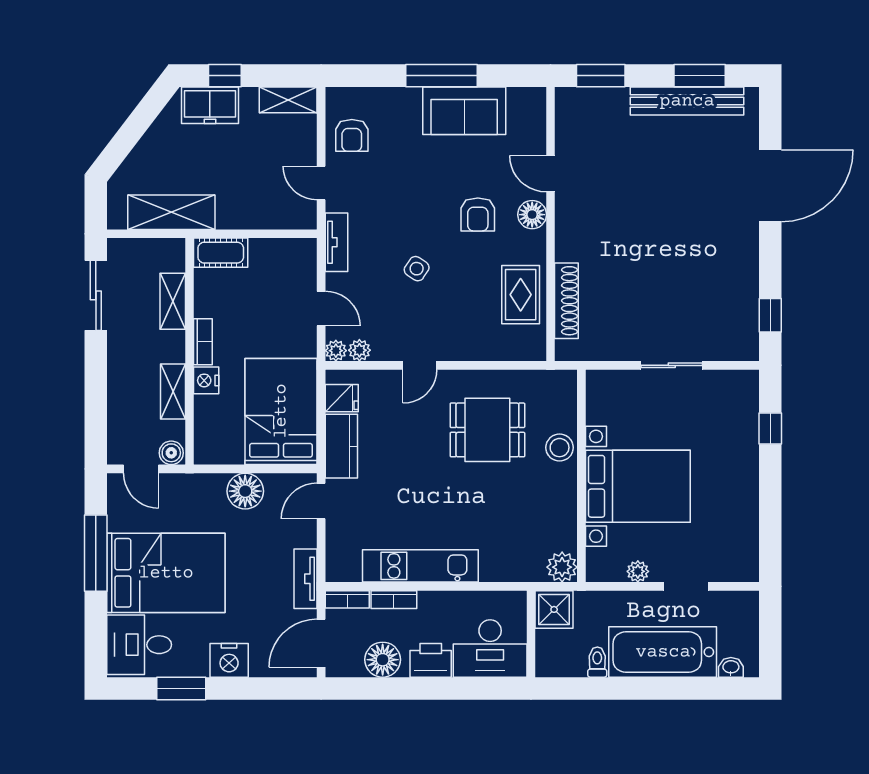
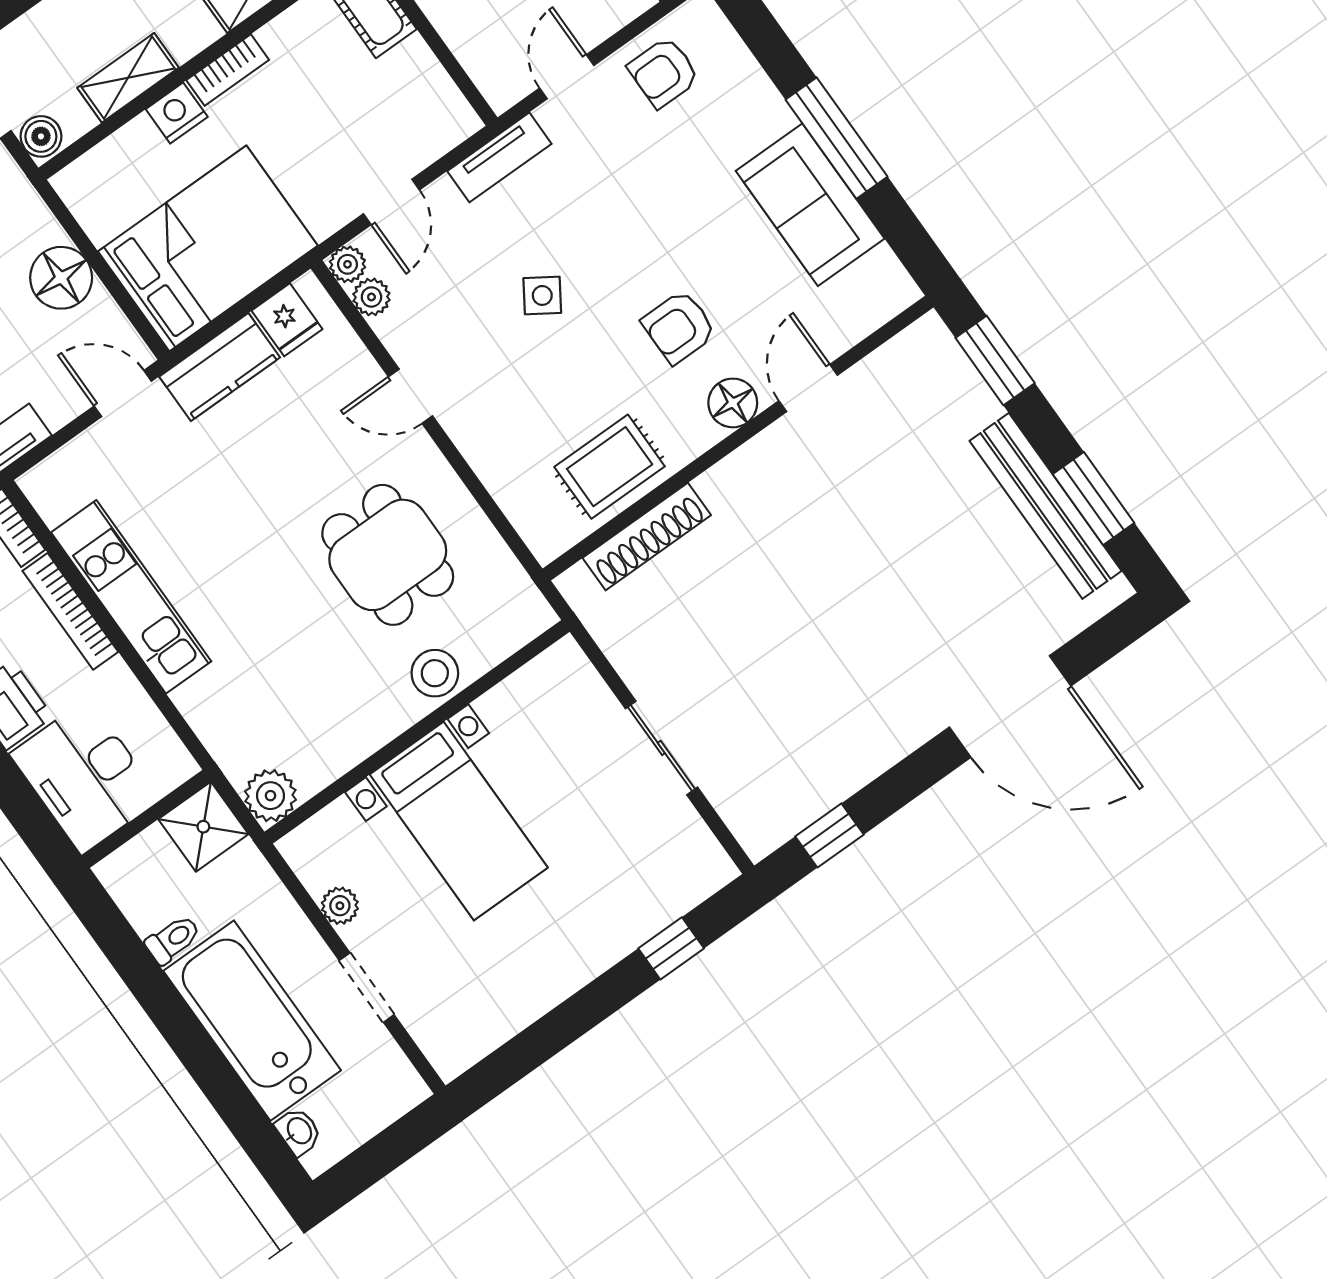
bed with nightstands: (638, 486) -> (459, 821), width x0.73
bookcase: (394, 600) -> (70, 611), width x1.56

